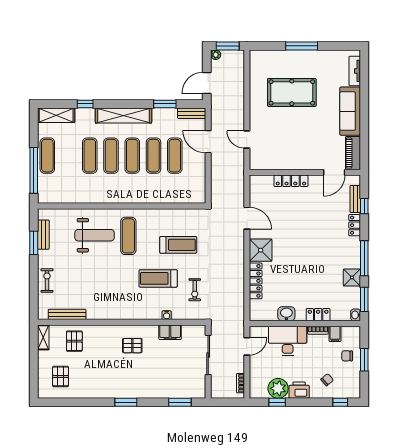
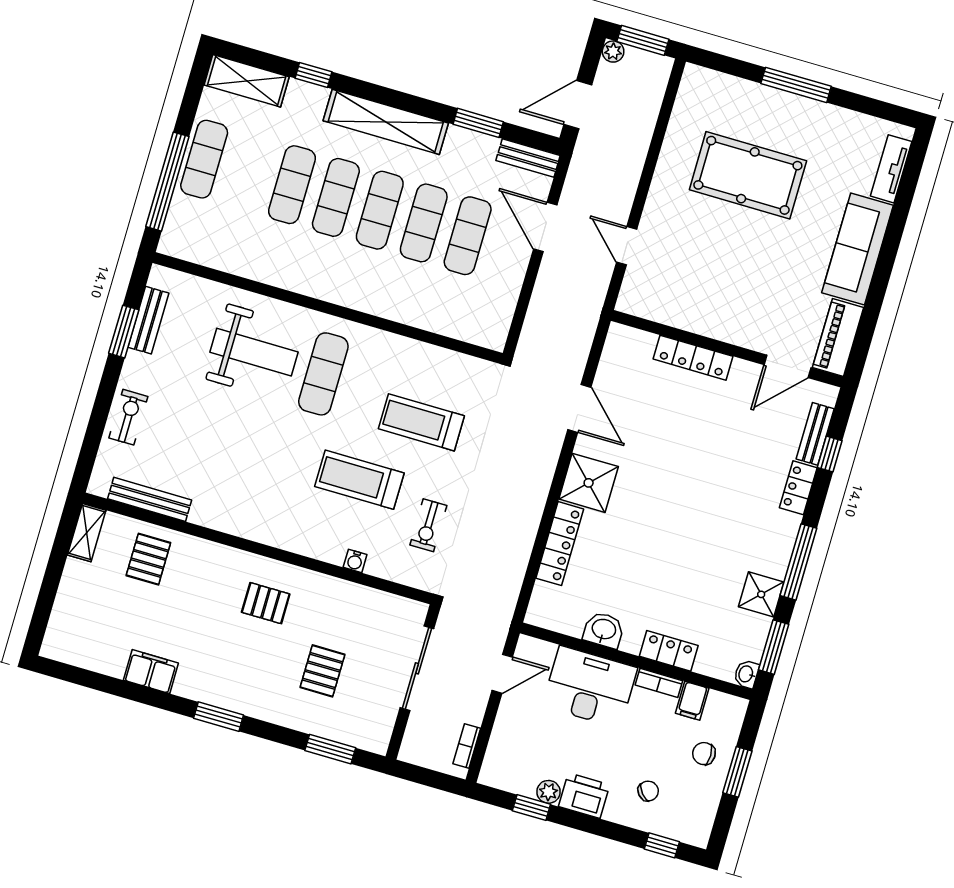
treadmill: (178, 245) -> (421, 422), turned 180
filing cabinet: (170, 332) -> (151, 672), moved, turned 180
pallet: (61, 376) -> (322, 671), moved
plant: (278, 388) -> (549, 792), width x0.53, depth x0.53

